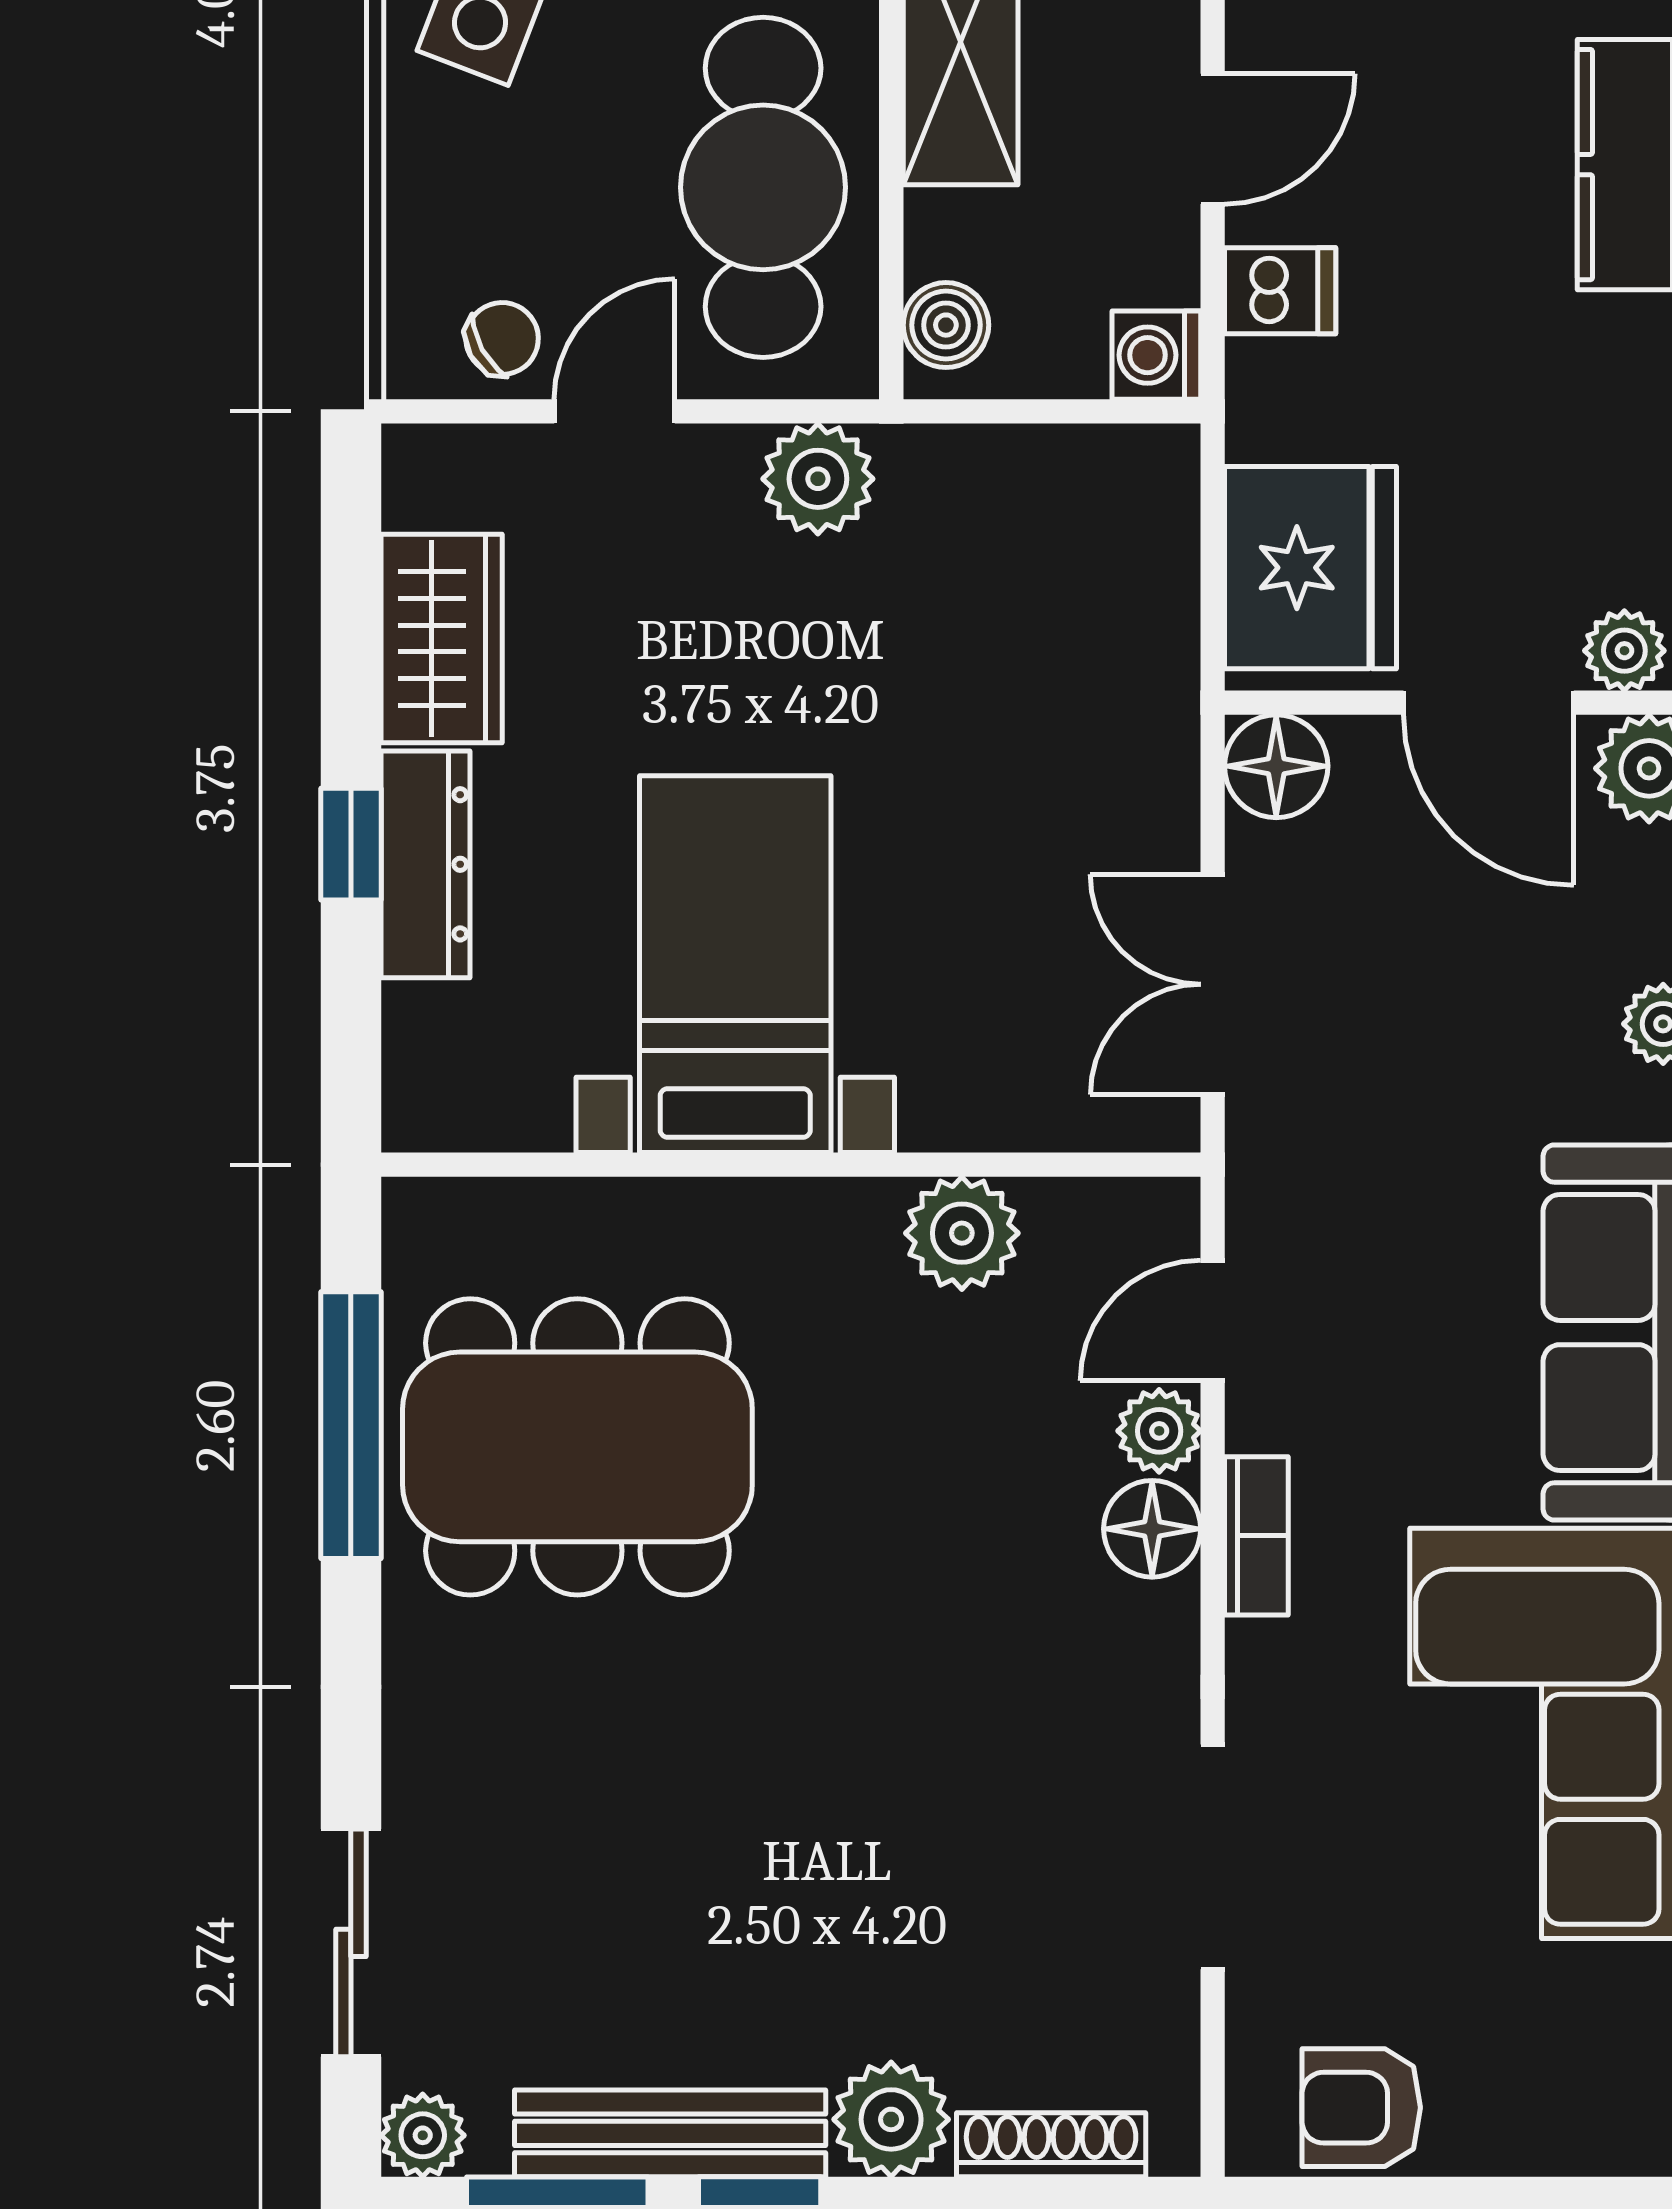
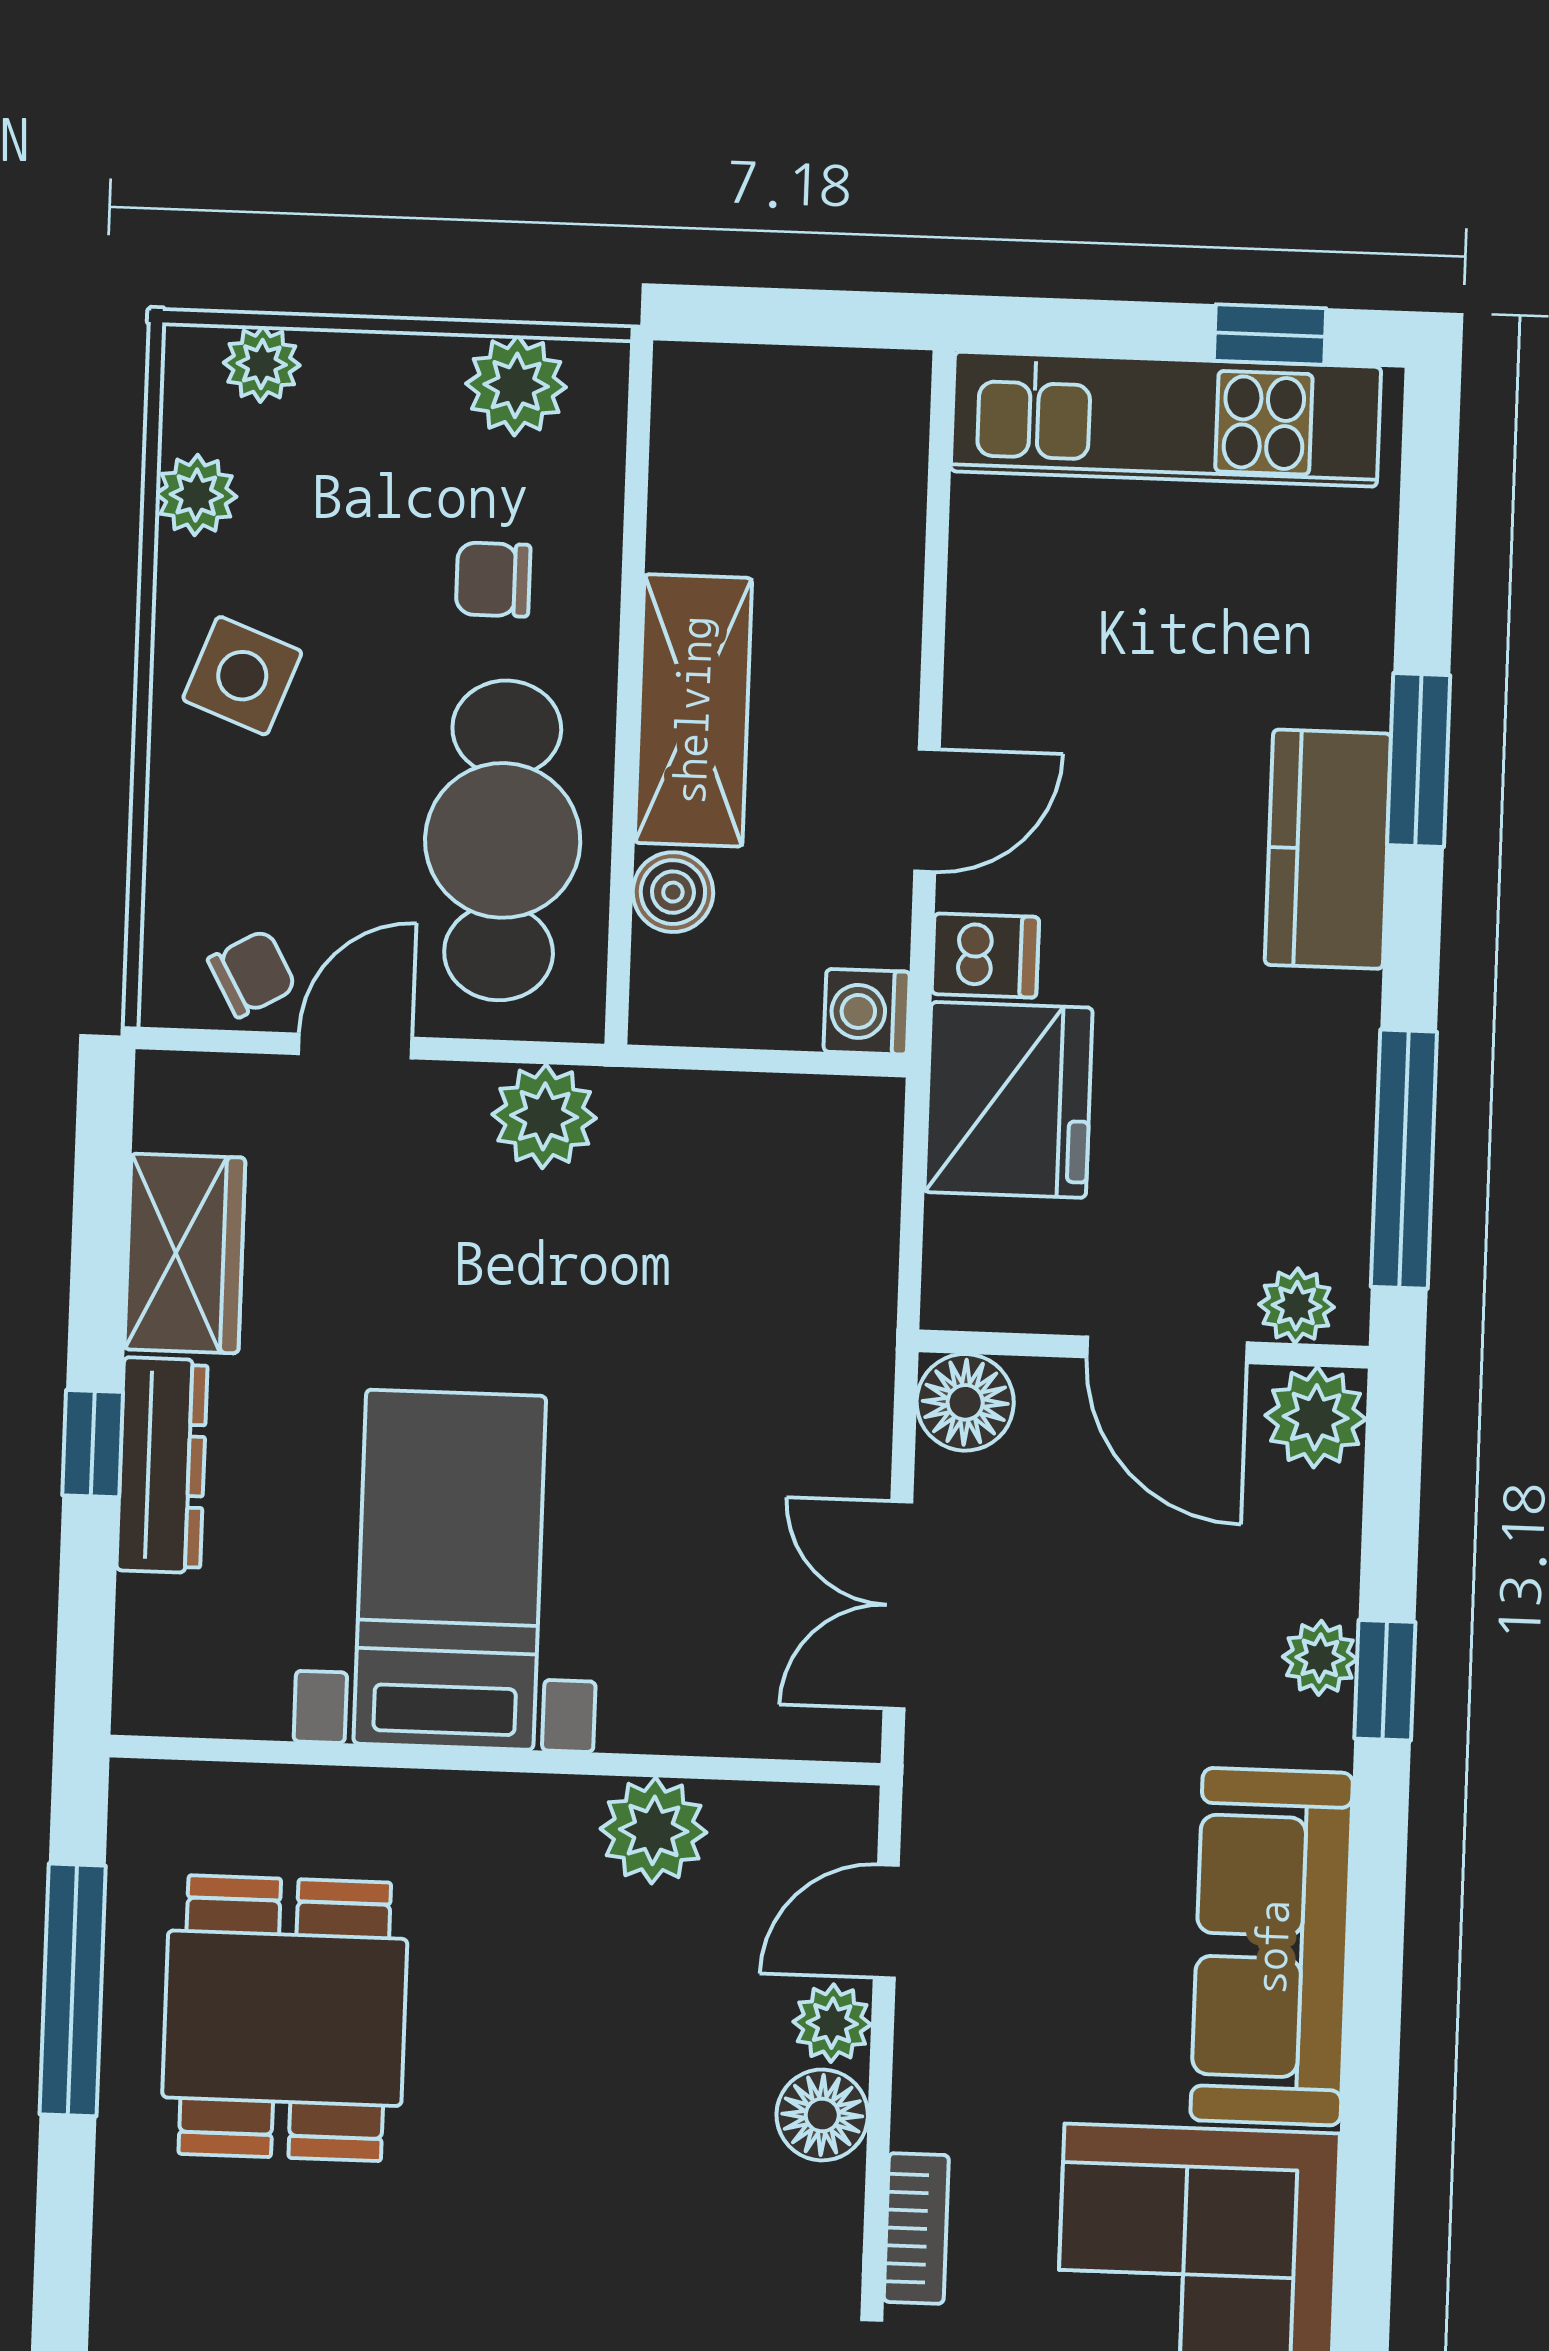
boiler: (946, 325) -> (673, 892), moved
fridge: (1311, 568) -> (1009, 1100), moved
dining table: (577, 1447) -> (285, 2018), width x0.73
bookcase: (1256, 1536) -> (916, 2228), moved

